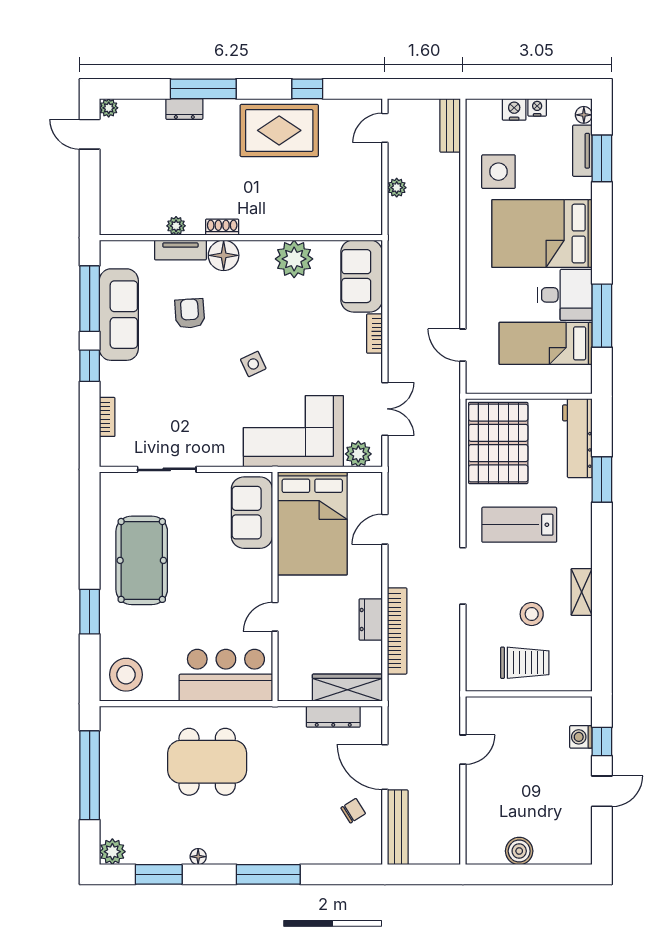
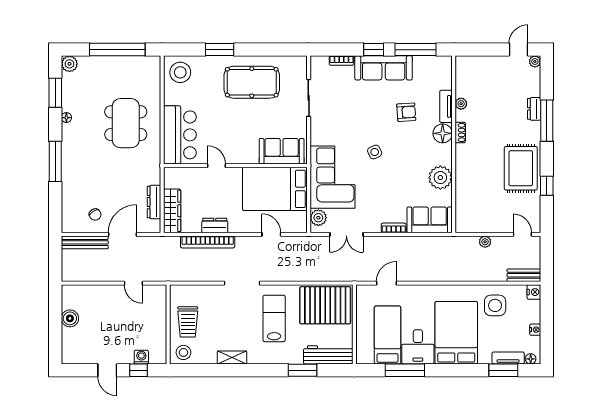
nightstand: (514, 109) -> (534, 292), moved
sofa: (119, 315) -> (384, 68), moved
stool: (532, 614) -> (183, 352), moved

